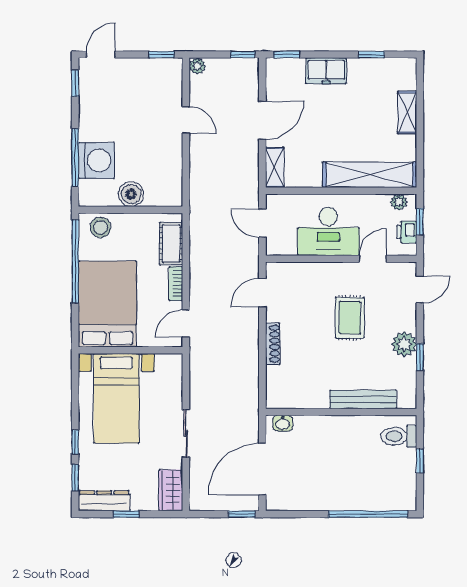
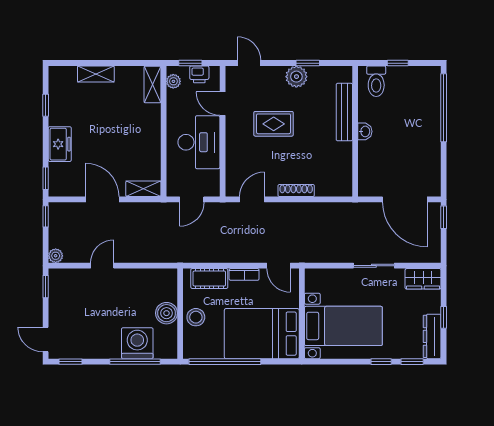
shelving: (370, 175) -> (153, 84), width x0.45, depth x0.75
stool: (101, 227) -> (196, 317), moved
door: (262, 293) -> (252, 199), swing flipped
washbasin: (283, 423) -> (365, 131), moved

